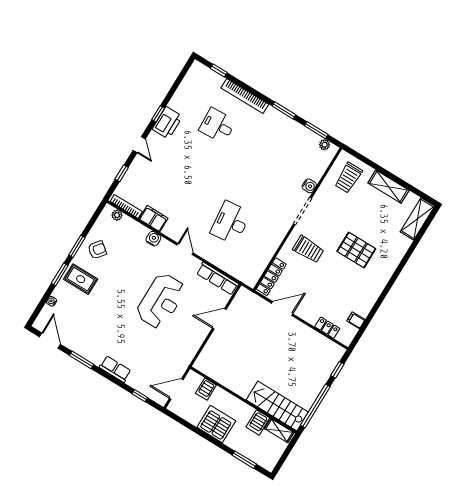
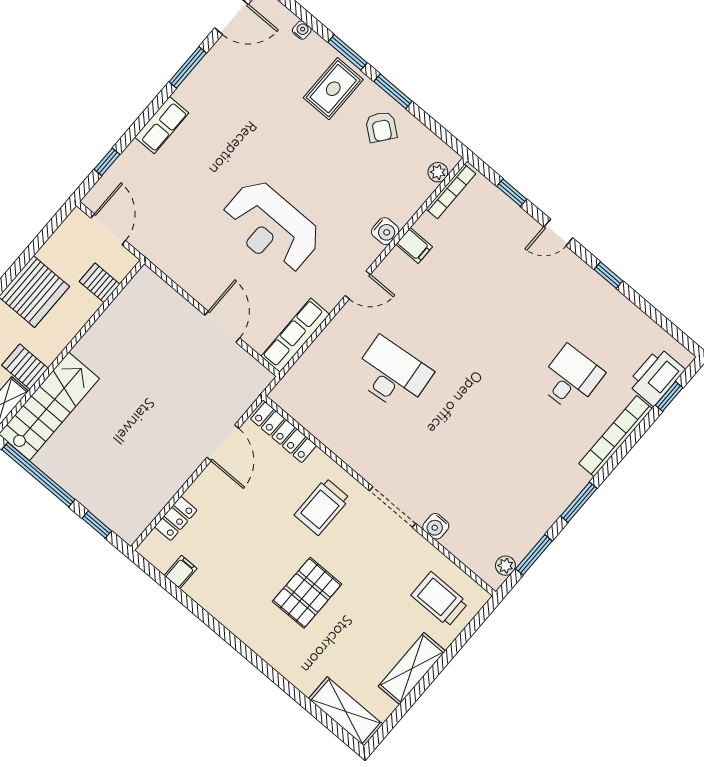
printer: (167, 123) -> (656, 377), moved, turned 90
filing cabinet: (154, 219) -> (414, 246), width x0.50

